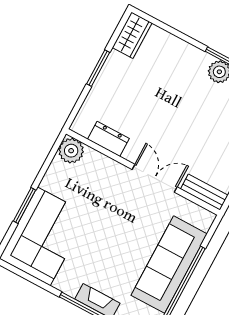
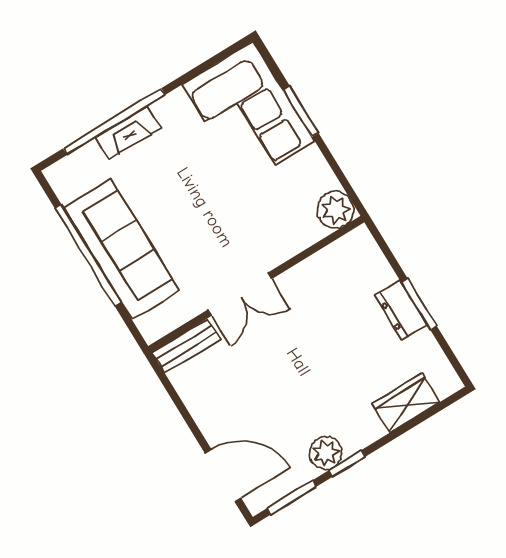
wardrobe: (132, 35) -> (406, 403), moved, turned 90
dresser: (108, 139) -> (401, 310), moved, turned 90

